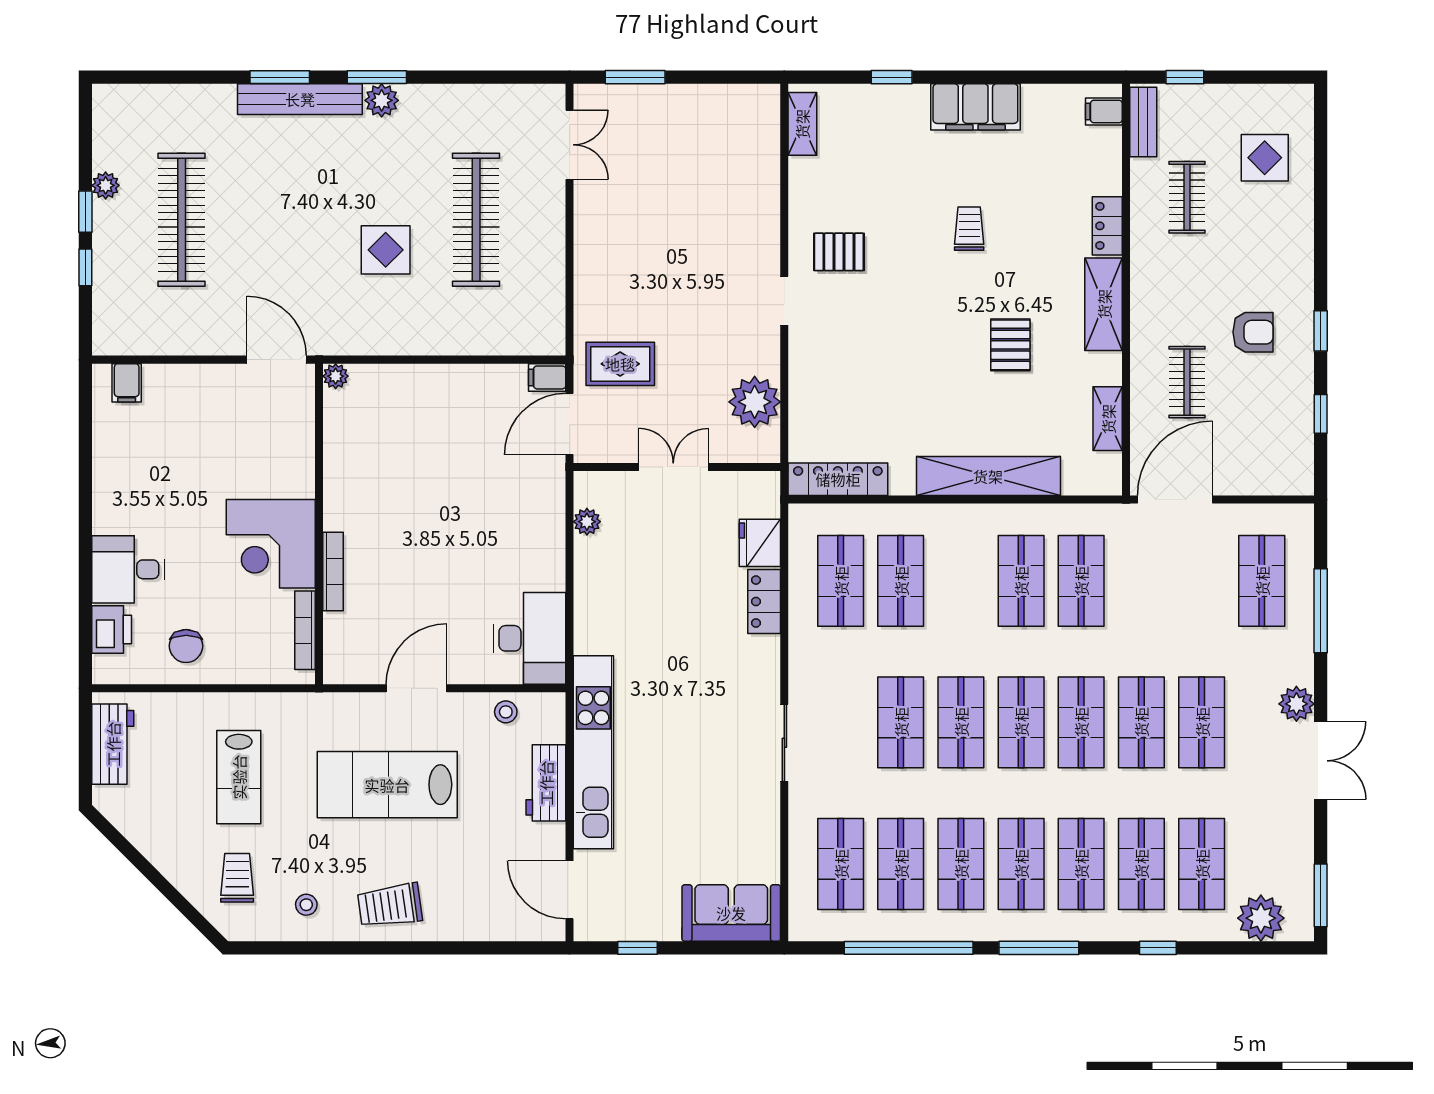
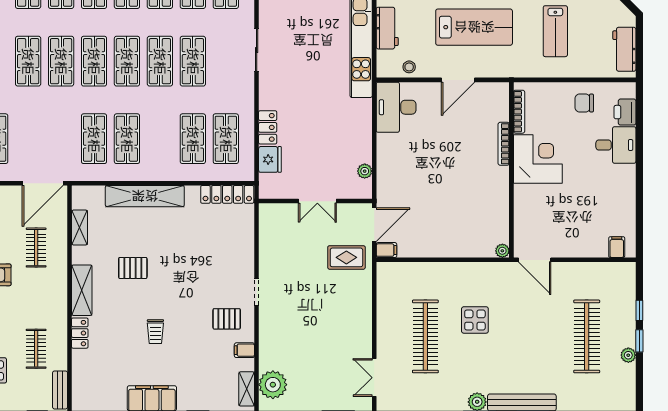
filing cabinet: (1104, 112) -> (244, 350), moved, turned 180
pallet: (1010, 345) -> (133, 268), turned 90
plant: (755, 402) -> (273, 385), moved
chair: (186, 646) -> (584, 103), turned -90
lab bench: (239, 777) -> (555, 31), turned 180

